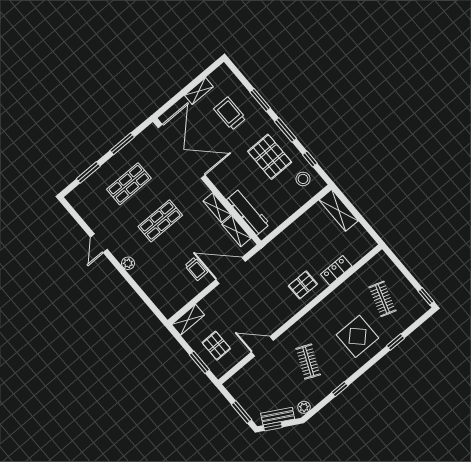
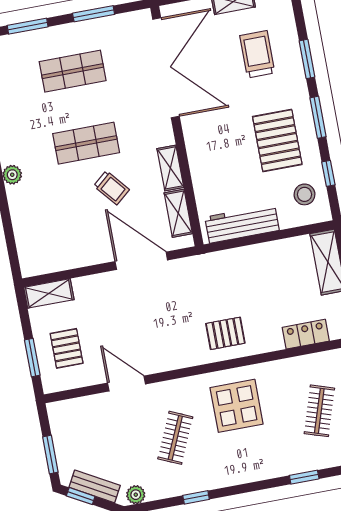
workbench: (248, 212) -> (242, 224), moved, turned -90
trolley: (196, 269) -> (111, 188), moved, turned -40
locker: (336, 270) -> (306, 334), moved
display table: (358, 336) -> (237, 406), moved

